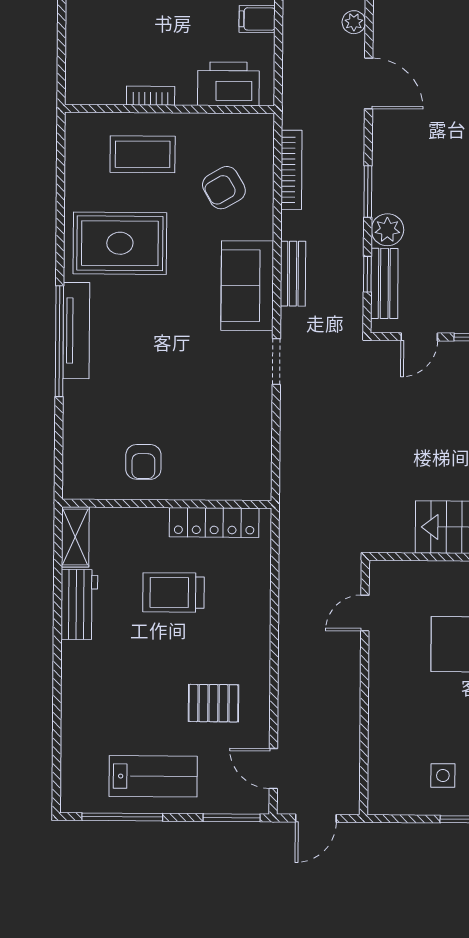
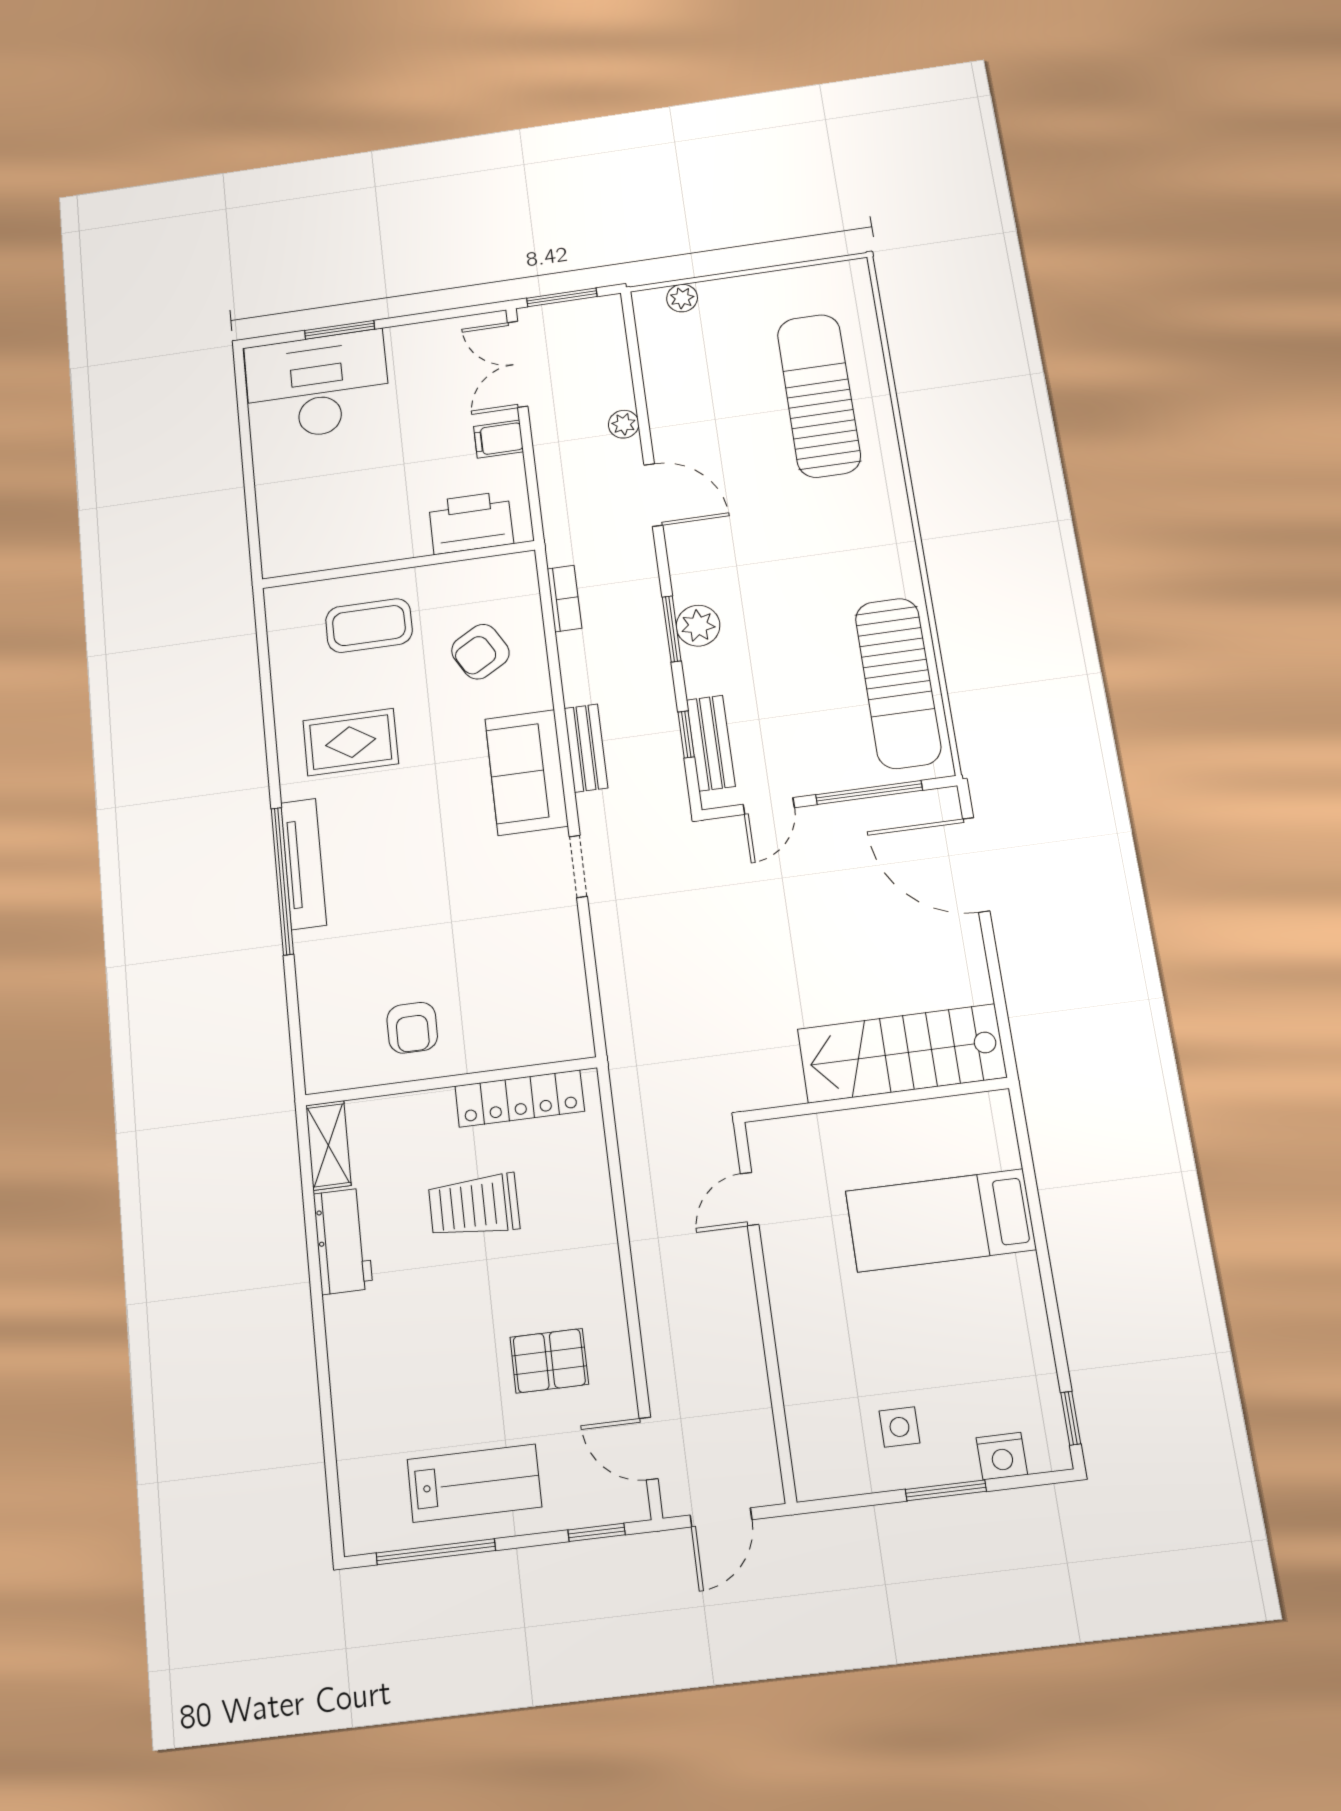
bookcase: (151, 96) -> (372, 552), removed
bookcase: (291, 170) -> (564, 599), width x0.64
plant: (387, 230) -> (698, 626), moved
rug: (120, 243) -> (351, 742), width x0.73, depth x0.70
window: (232, 818) -> (597, 1532), width x0.67

